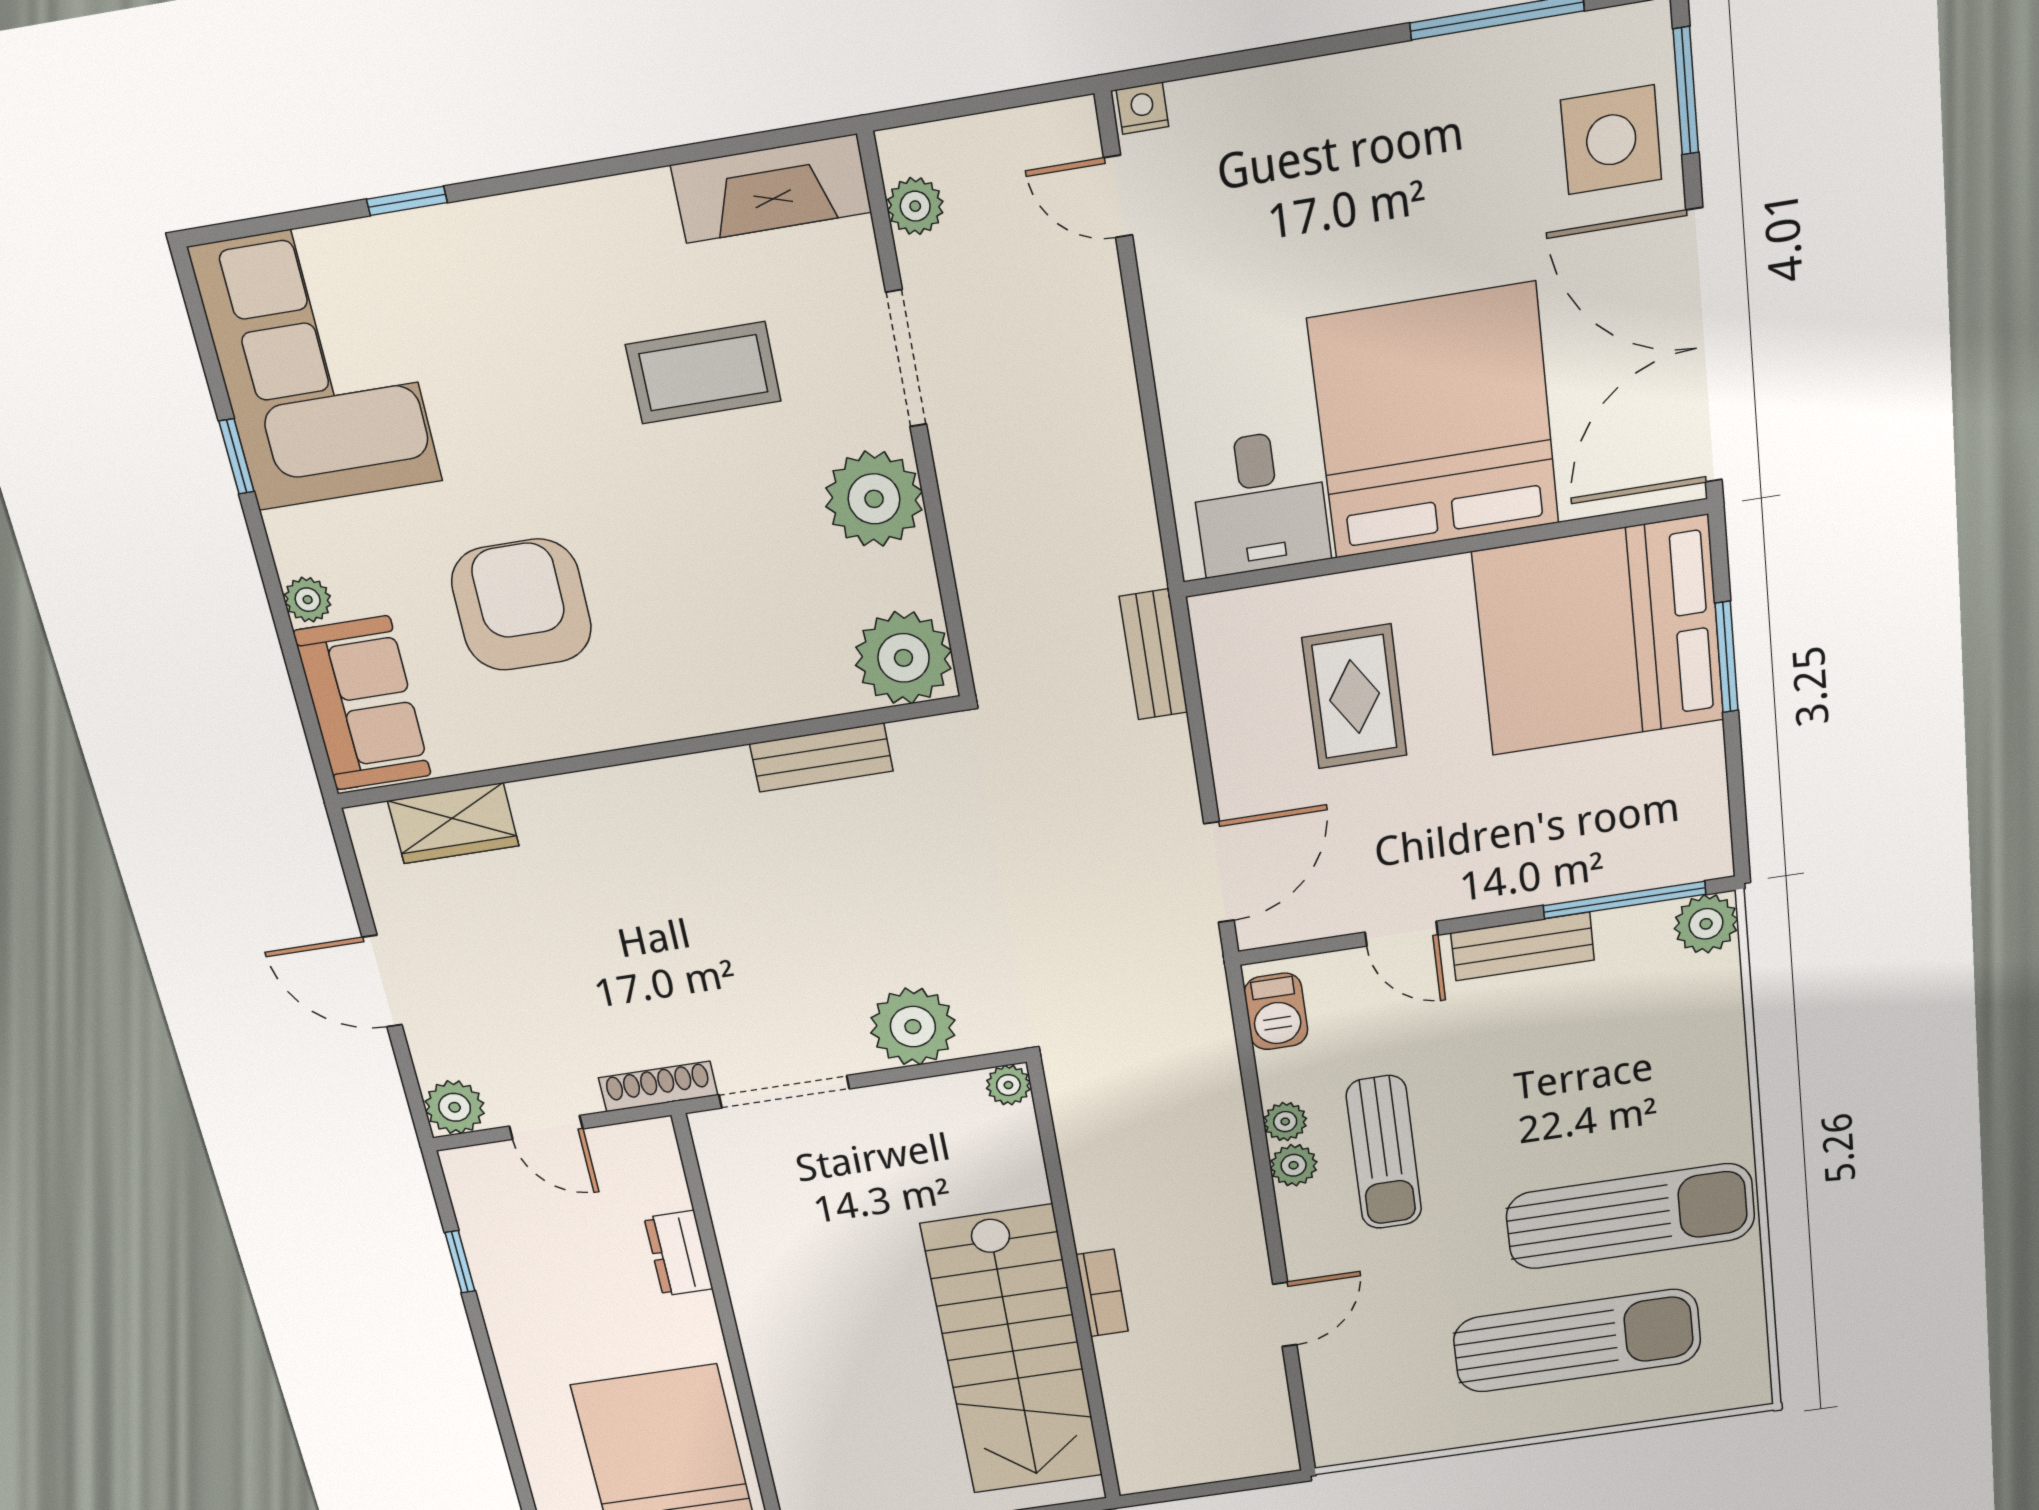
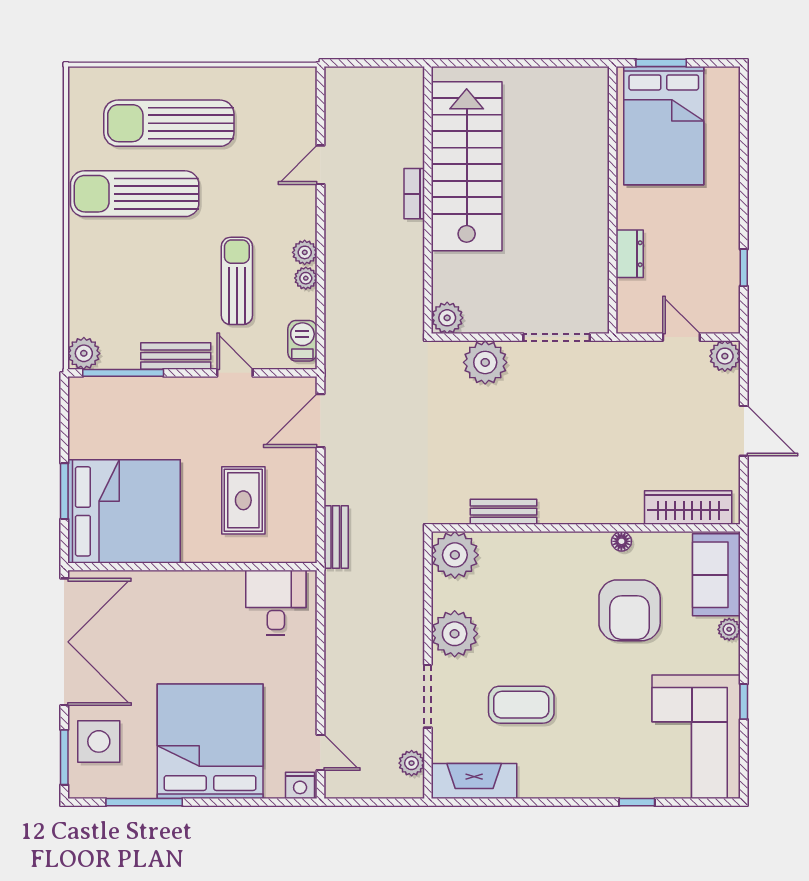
nightstand: (1142, 108) -> (300, 785), width x1.39, depth x1.35
bed: (1434, 422) -> (210, 741), moved, turned 180
floor lamp: (571, 738) -> (621, 541), added
wardrobe: (453, 823) -> (688, 507), width x1.50
plant: (1008, 1085) -> (447, 318), width x1.38, depth x1.38
shoe rack: (658, 1087) -> (620, 351), removed
sun lounger: (1384, 1153) -> (237, 281), moved

